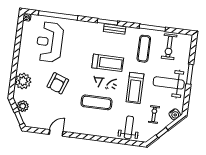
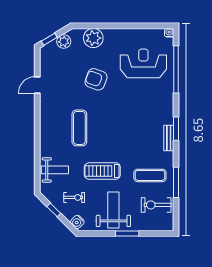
treadmill: (108, 63) -> (128, 135), removed
door: (56, 133) -> (37, 85), swing flipped

